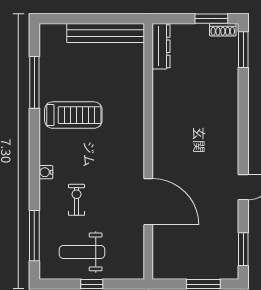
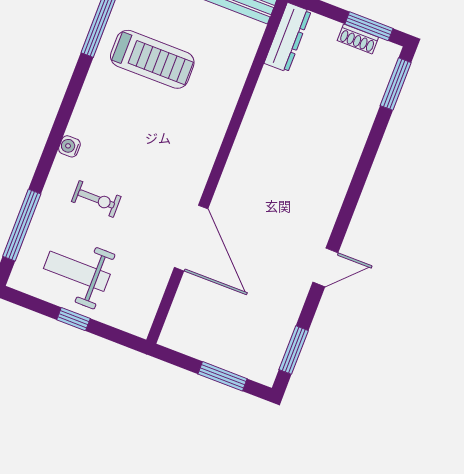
shoe rack: (223, 30) -> (358, 39), moved
treadmill: (73, 115) -> (152, 59), moved
exercise bike: (77, 200) -> (96, 199), turned 90

